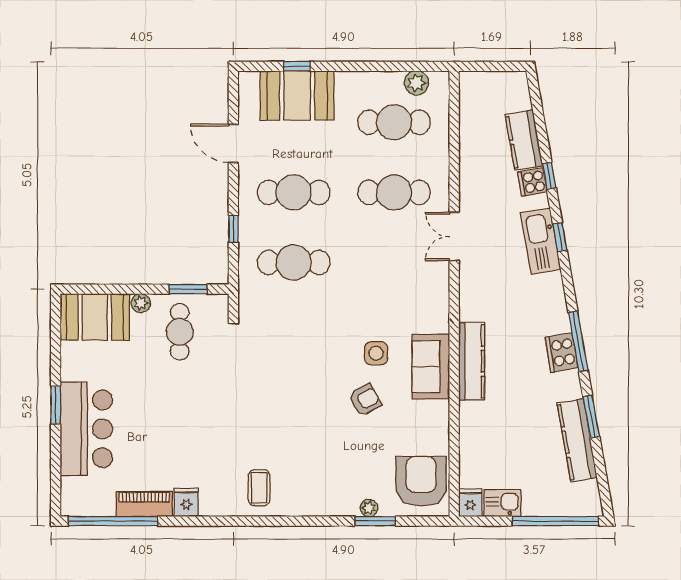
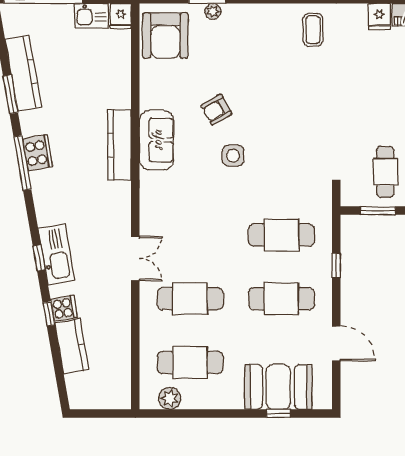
side table: (376, 353) -> (233, 156), moved

